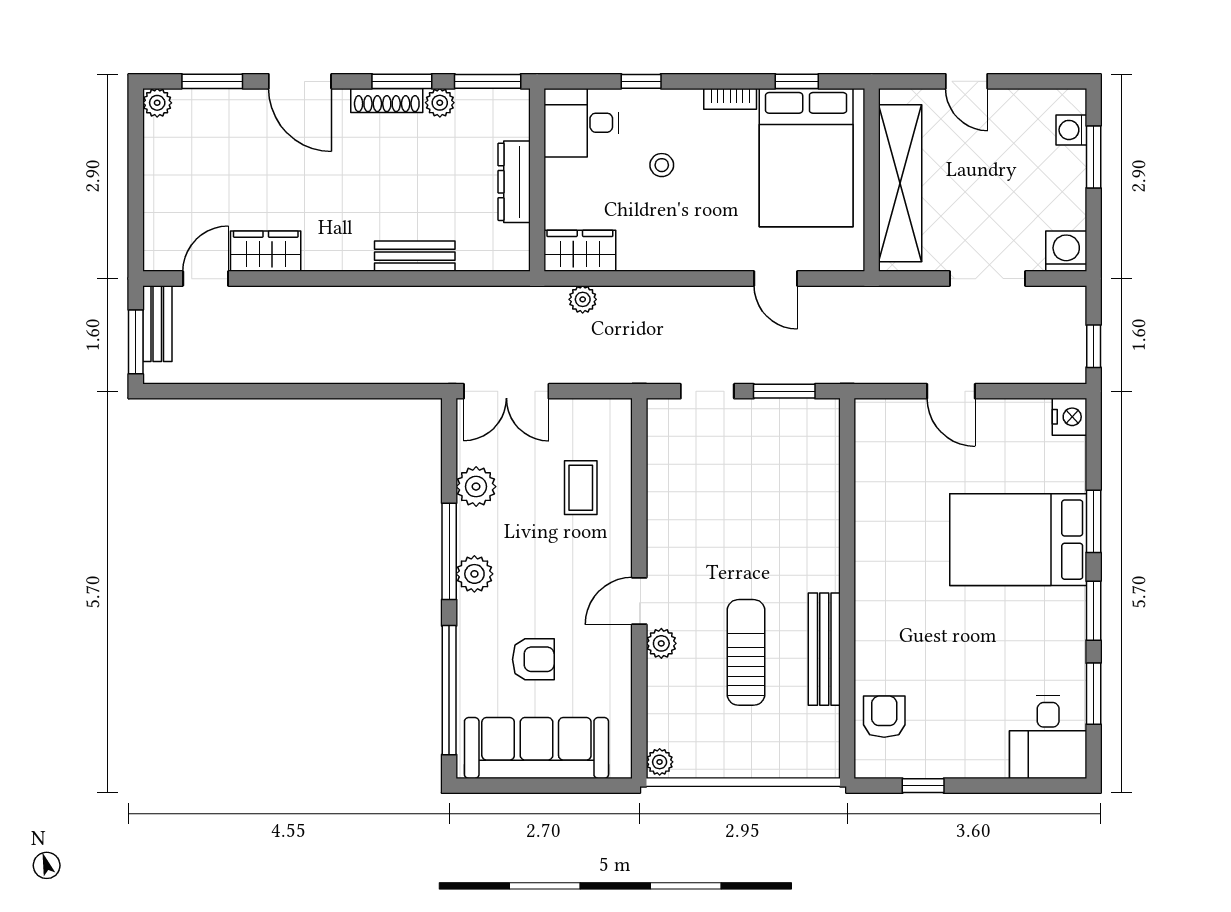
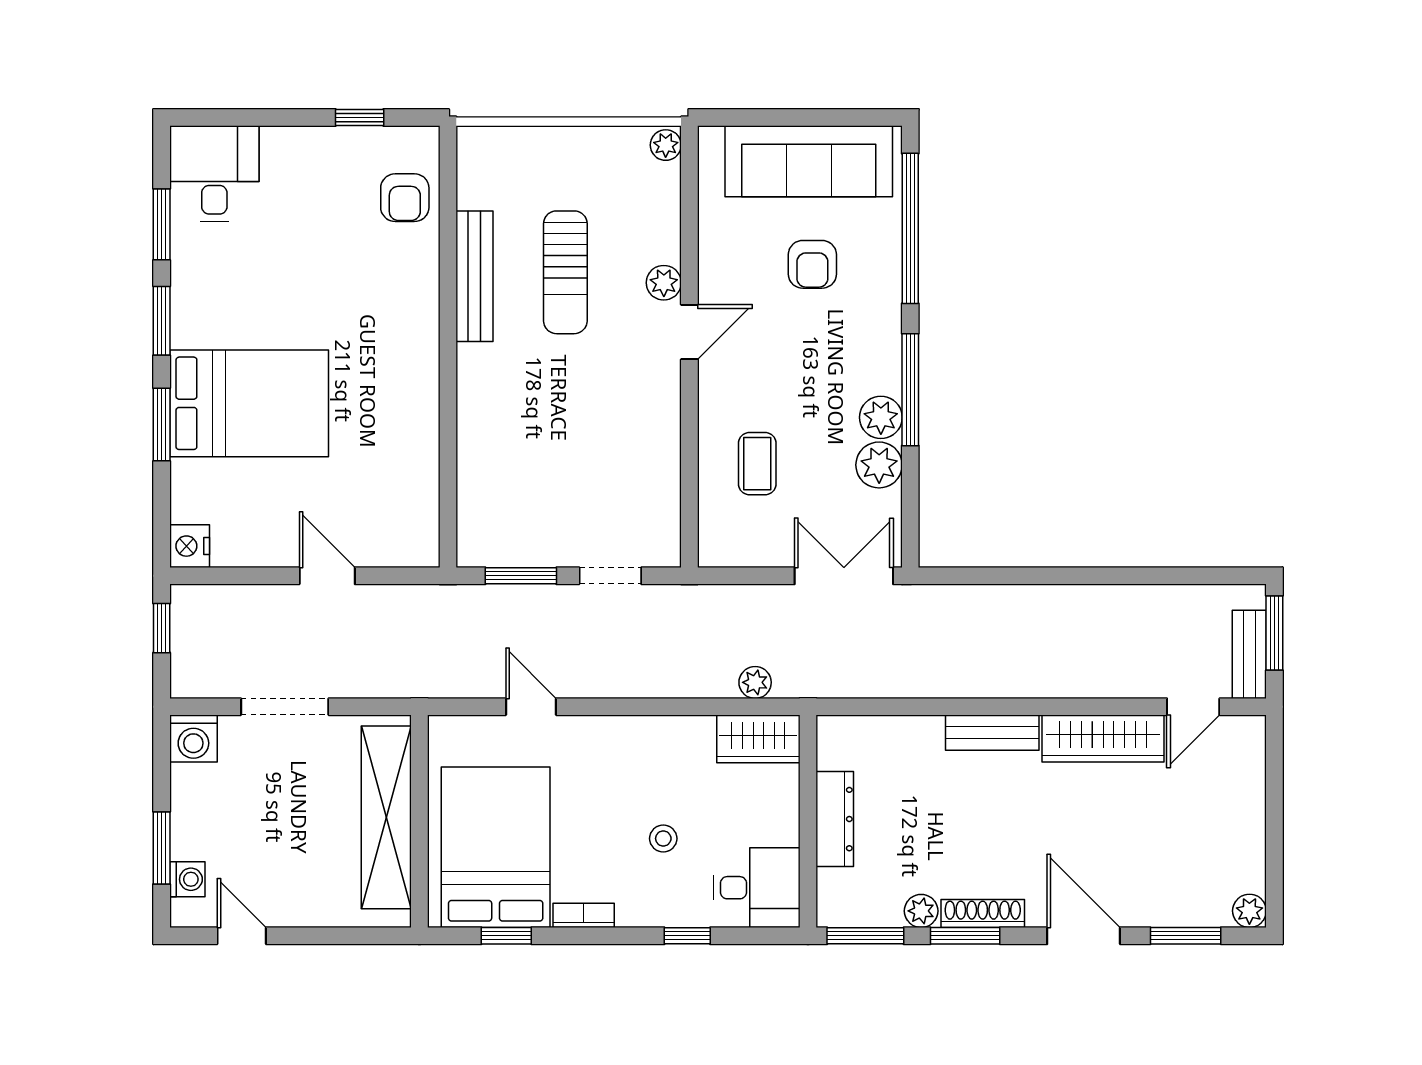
door: (967, 81) -> (242, 936), moved
wardrobe: (266, 251) -> (1103, 738), width x1.50
bench: (415, 256) -> (992, 733), moved
plant: (474, 574) -> (881, 417), moved
armchair: (533, 659) -> (812, 264), turned -90

